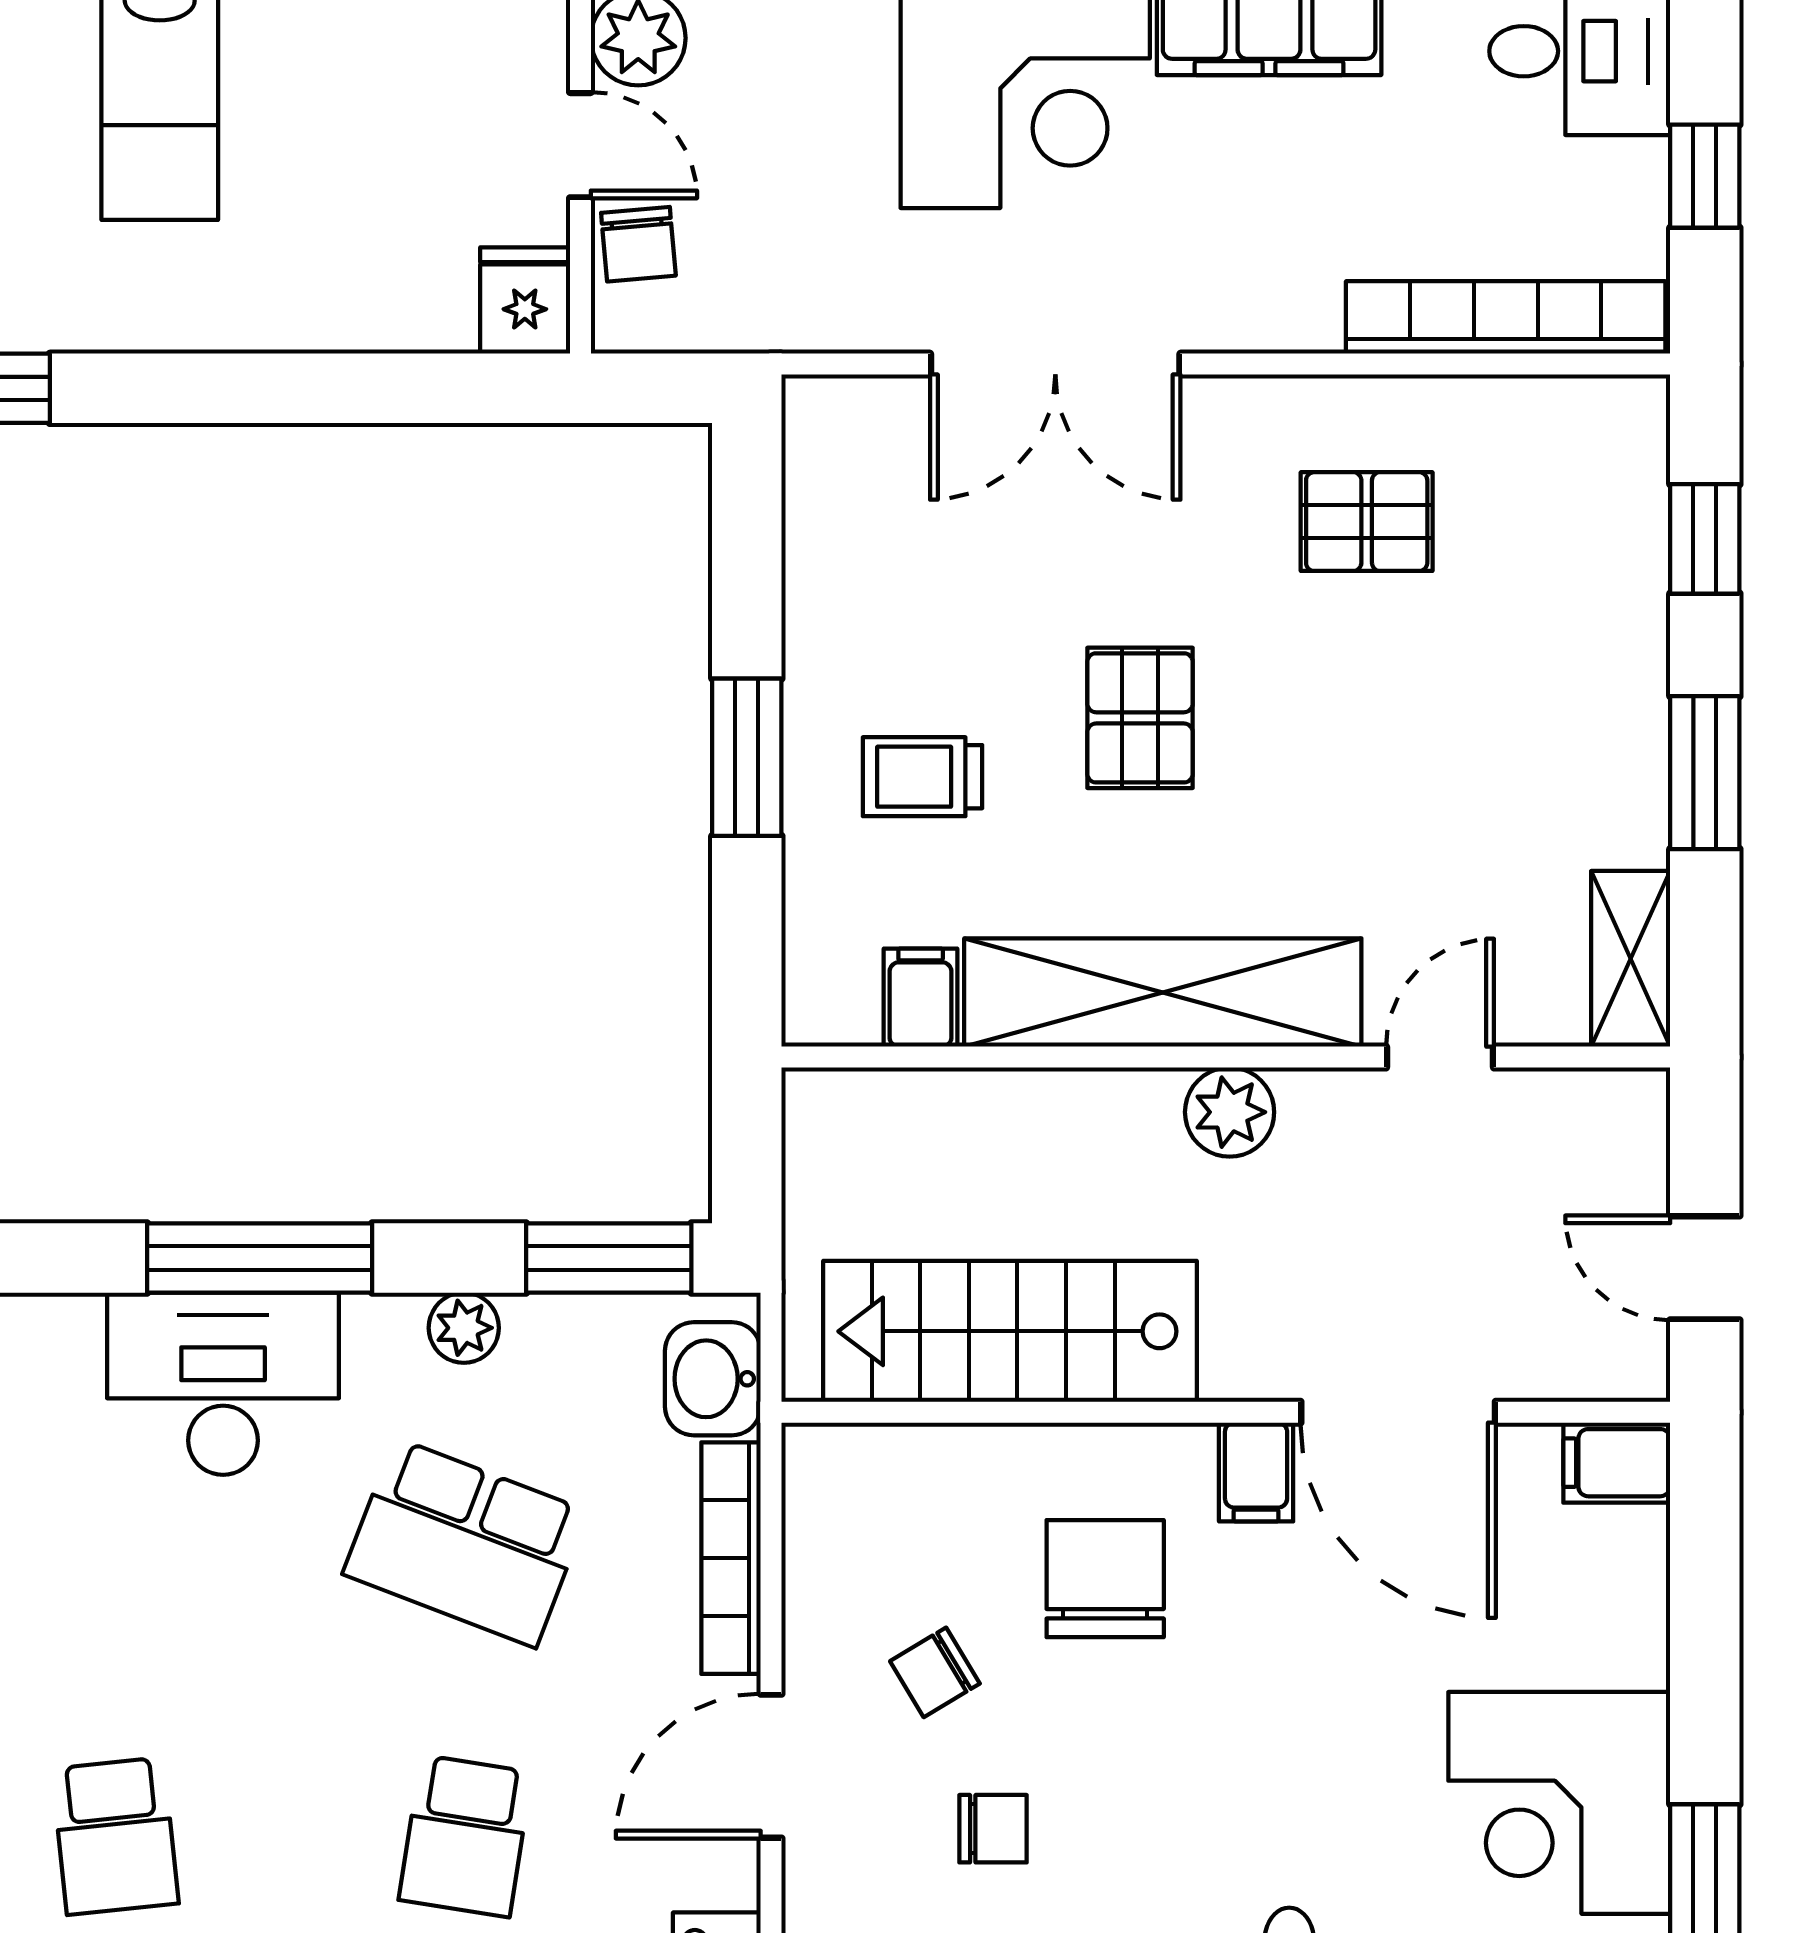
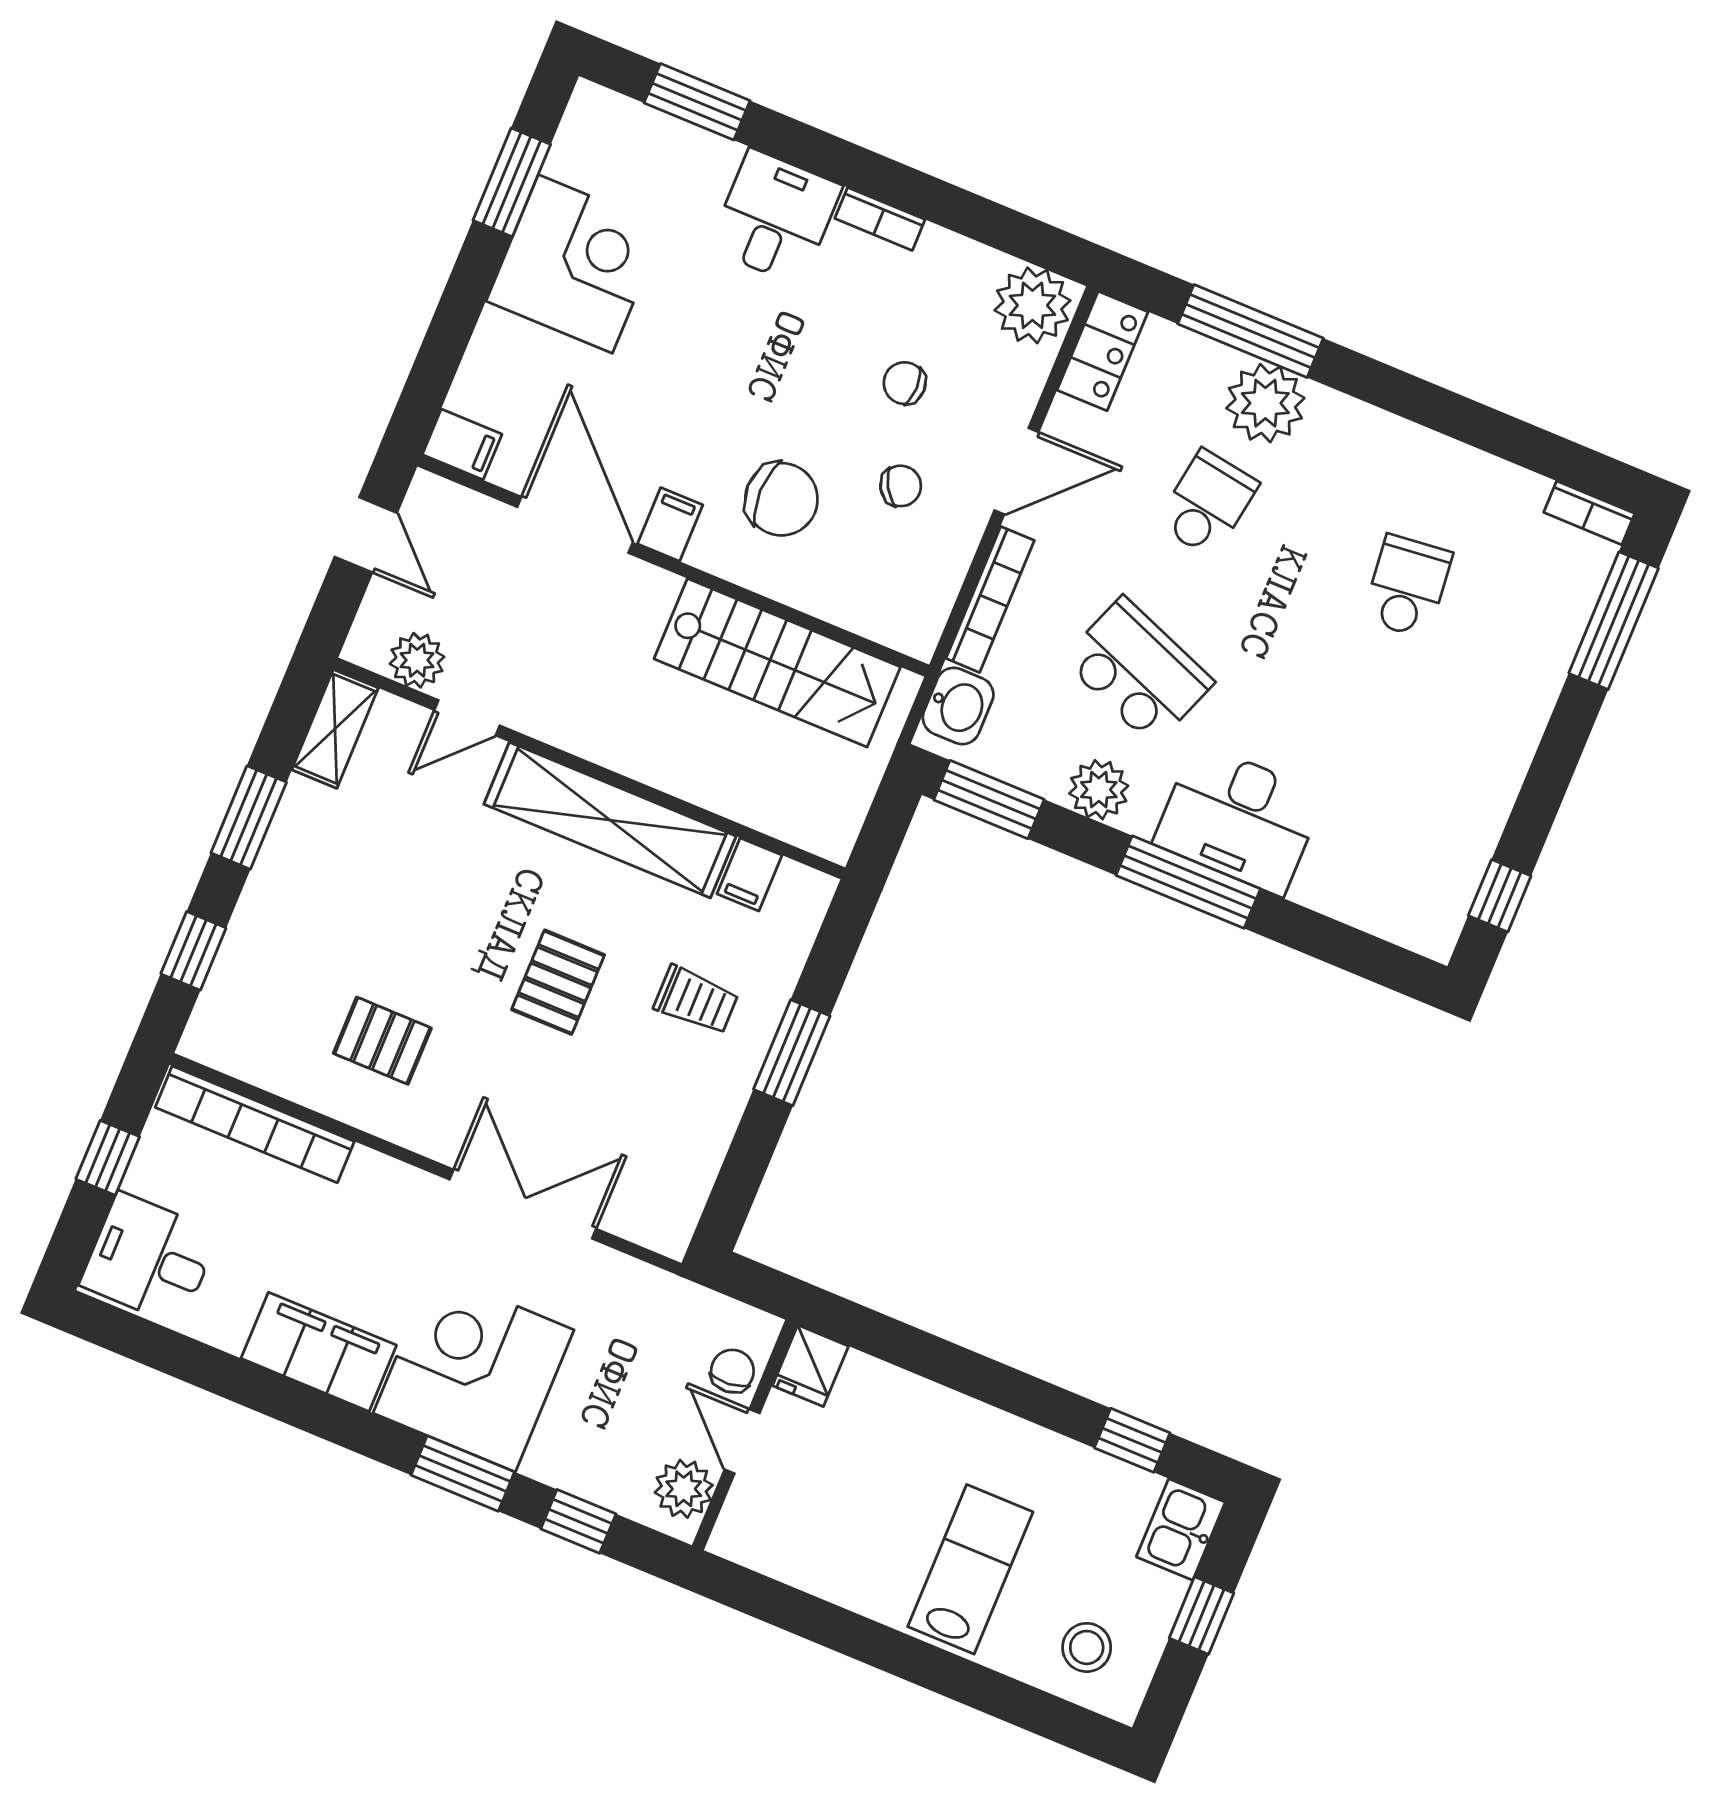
plant: (1230, 1112) -> (417, 660), moved
plant: (464, 1328) -> (1099, 790), width x1.38, depth x1.38
chair: (1105, 1579) -> (781, 499), turned -90

